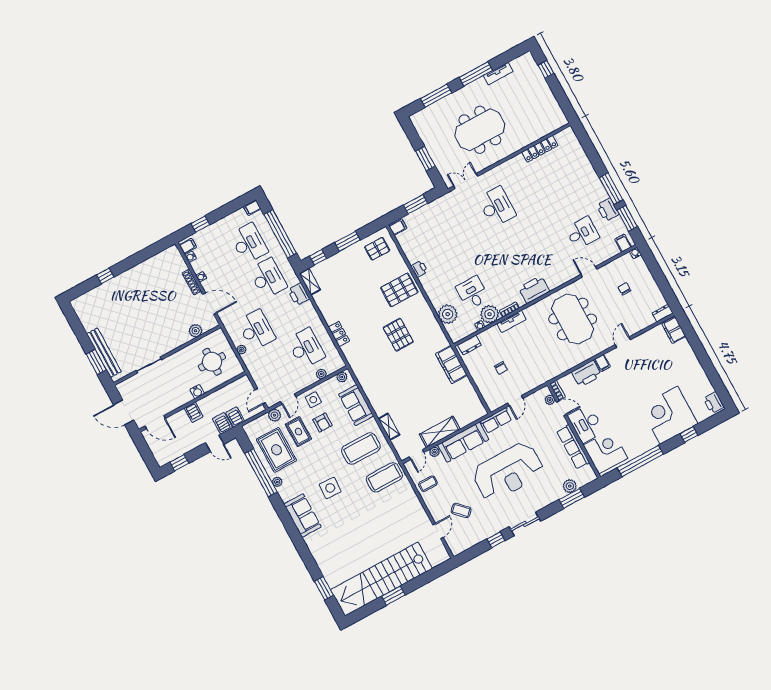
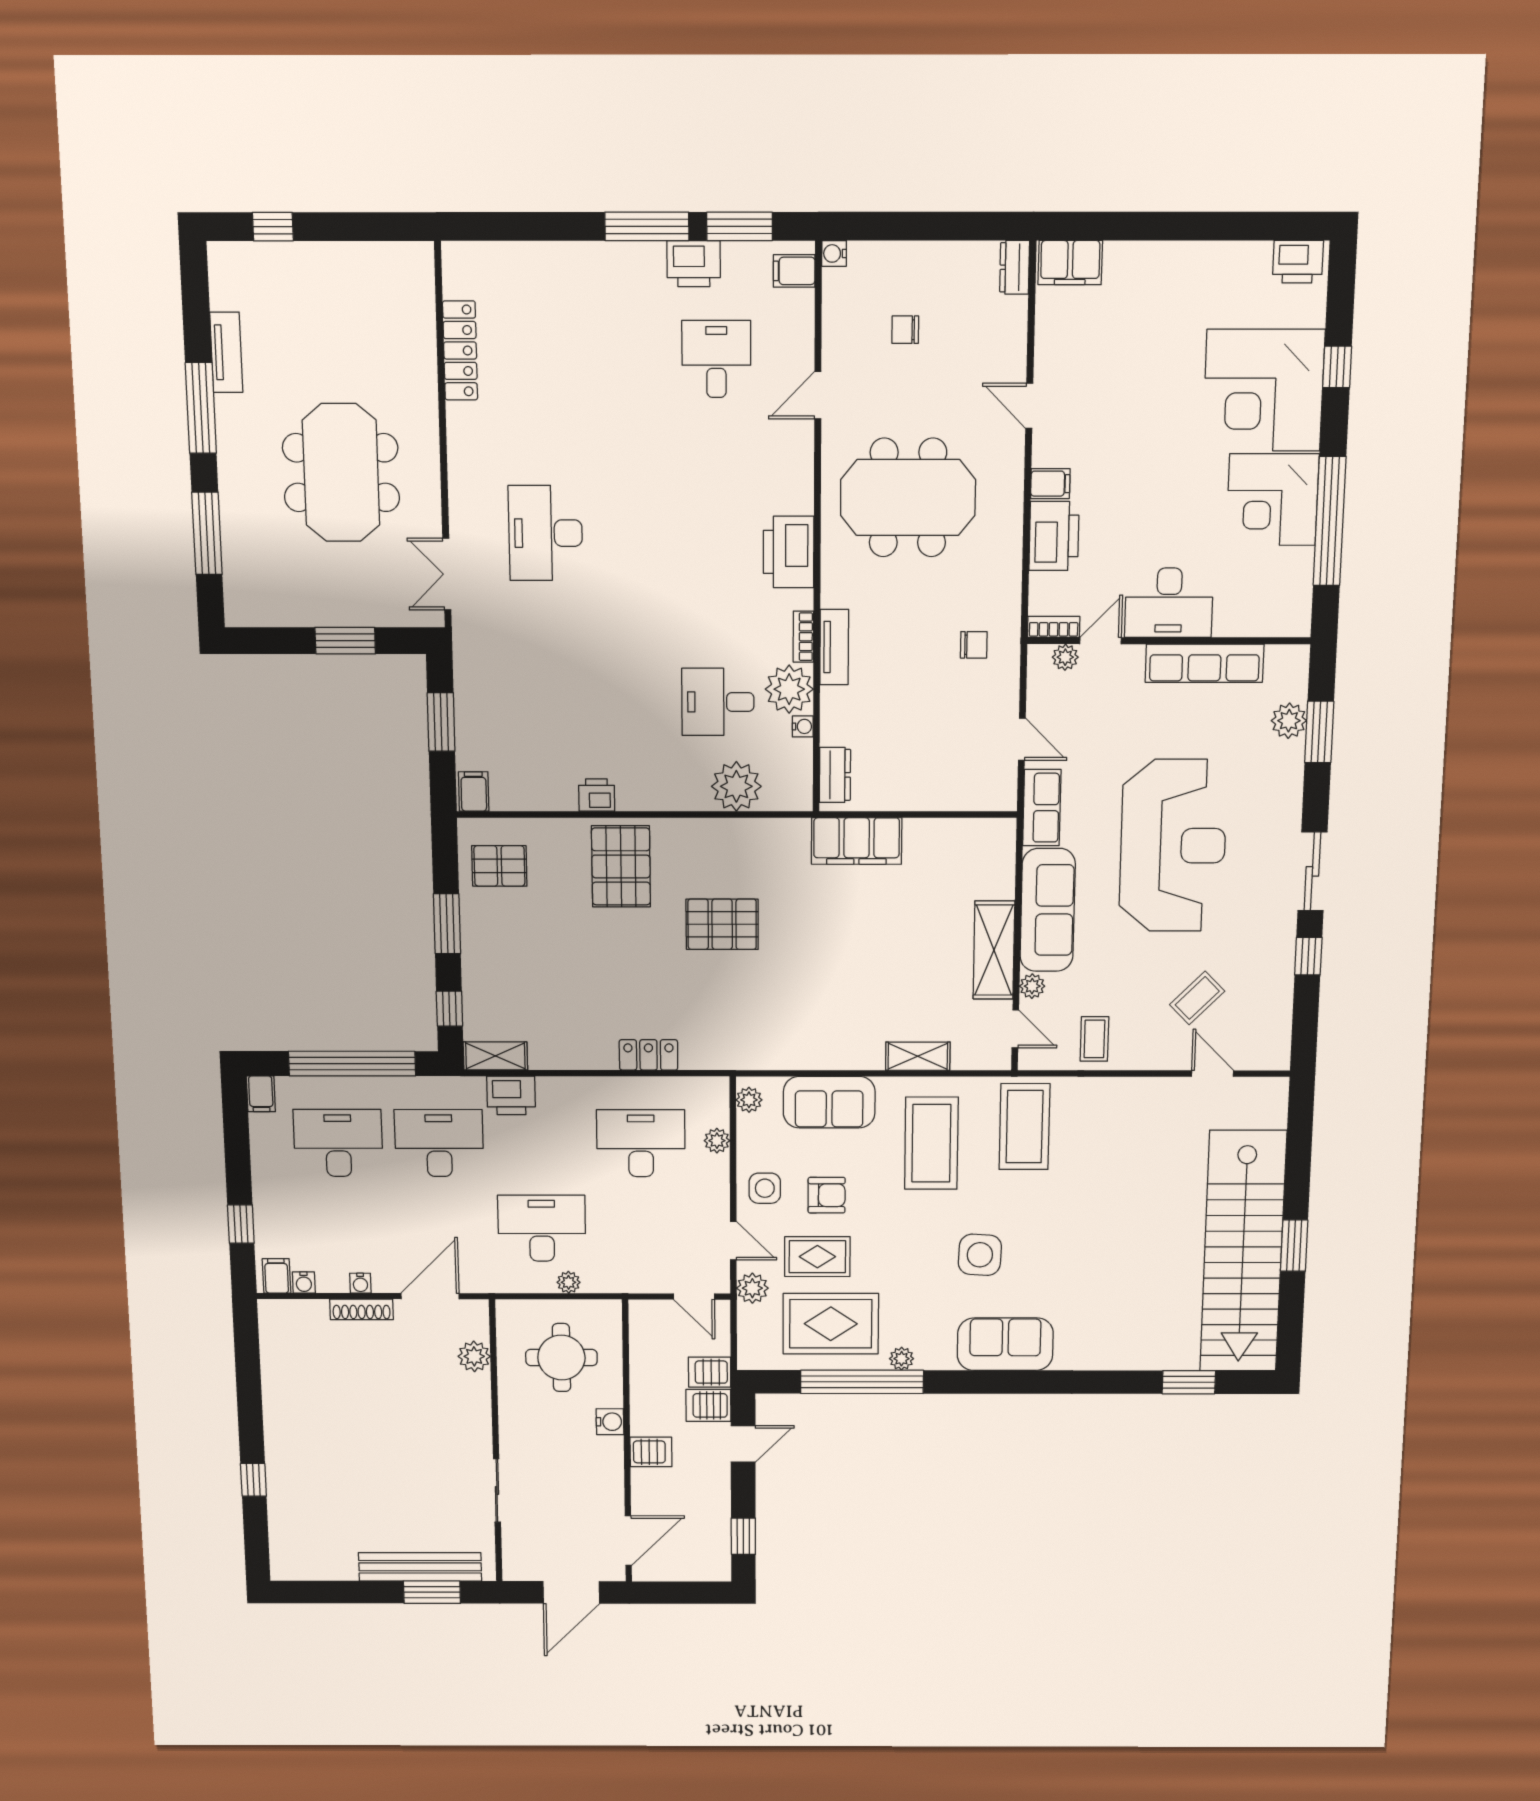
desk: (497, 207) -> (546, 533), turned -90
pallet: (377, 249) -> (499, 866), turned 90
chair: (501, 368) -> (974, 645), moved
corner desk: (605, 452) -> (1273, 500), moved, turned -90

